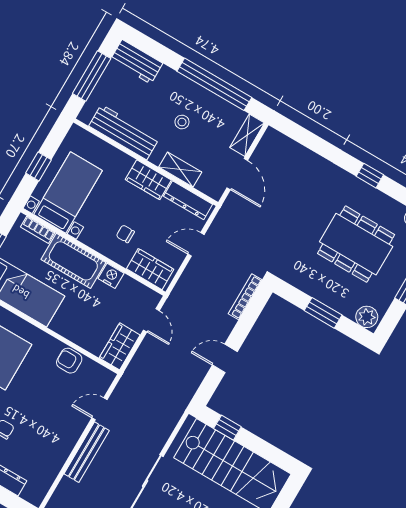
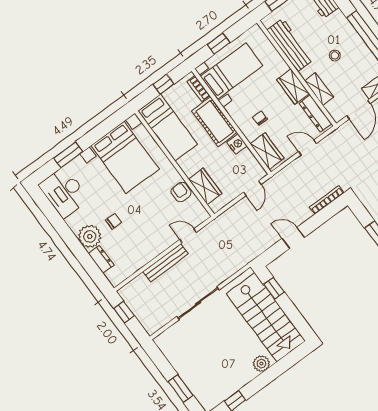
wardrobe: (120, 346) -> (205, 186), moved, turned 90

